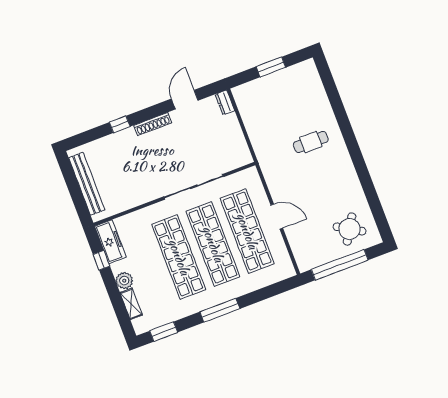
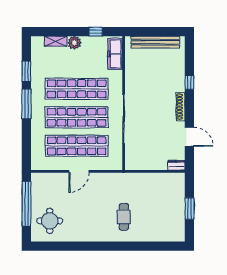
round table: (349, 229) -> (50, 221), turned -31
freezer: (110, 242) -> (115, 54), moved, turned 90
window: (164, 332) -> (26, 71), moved

